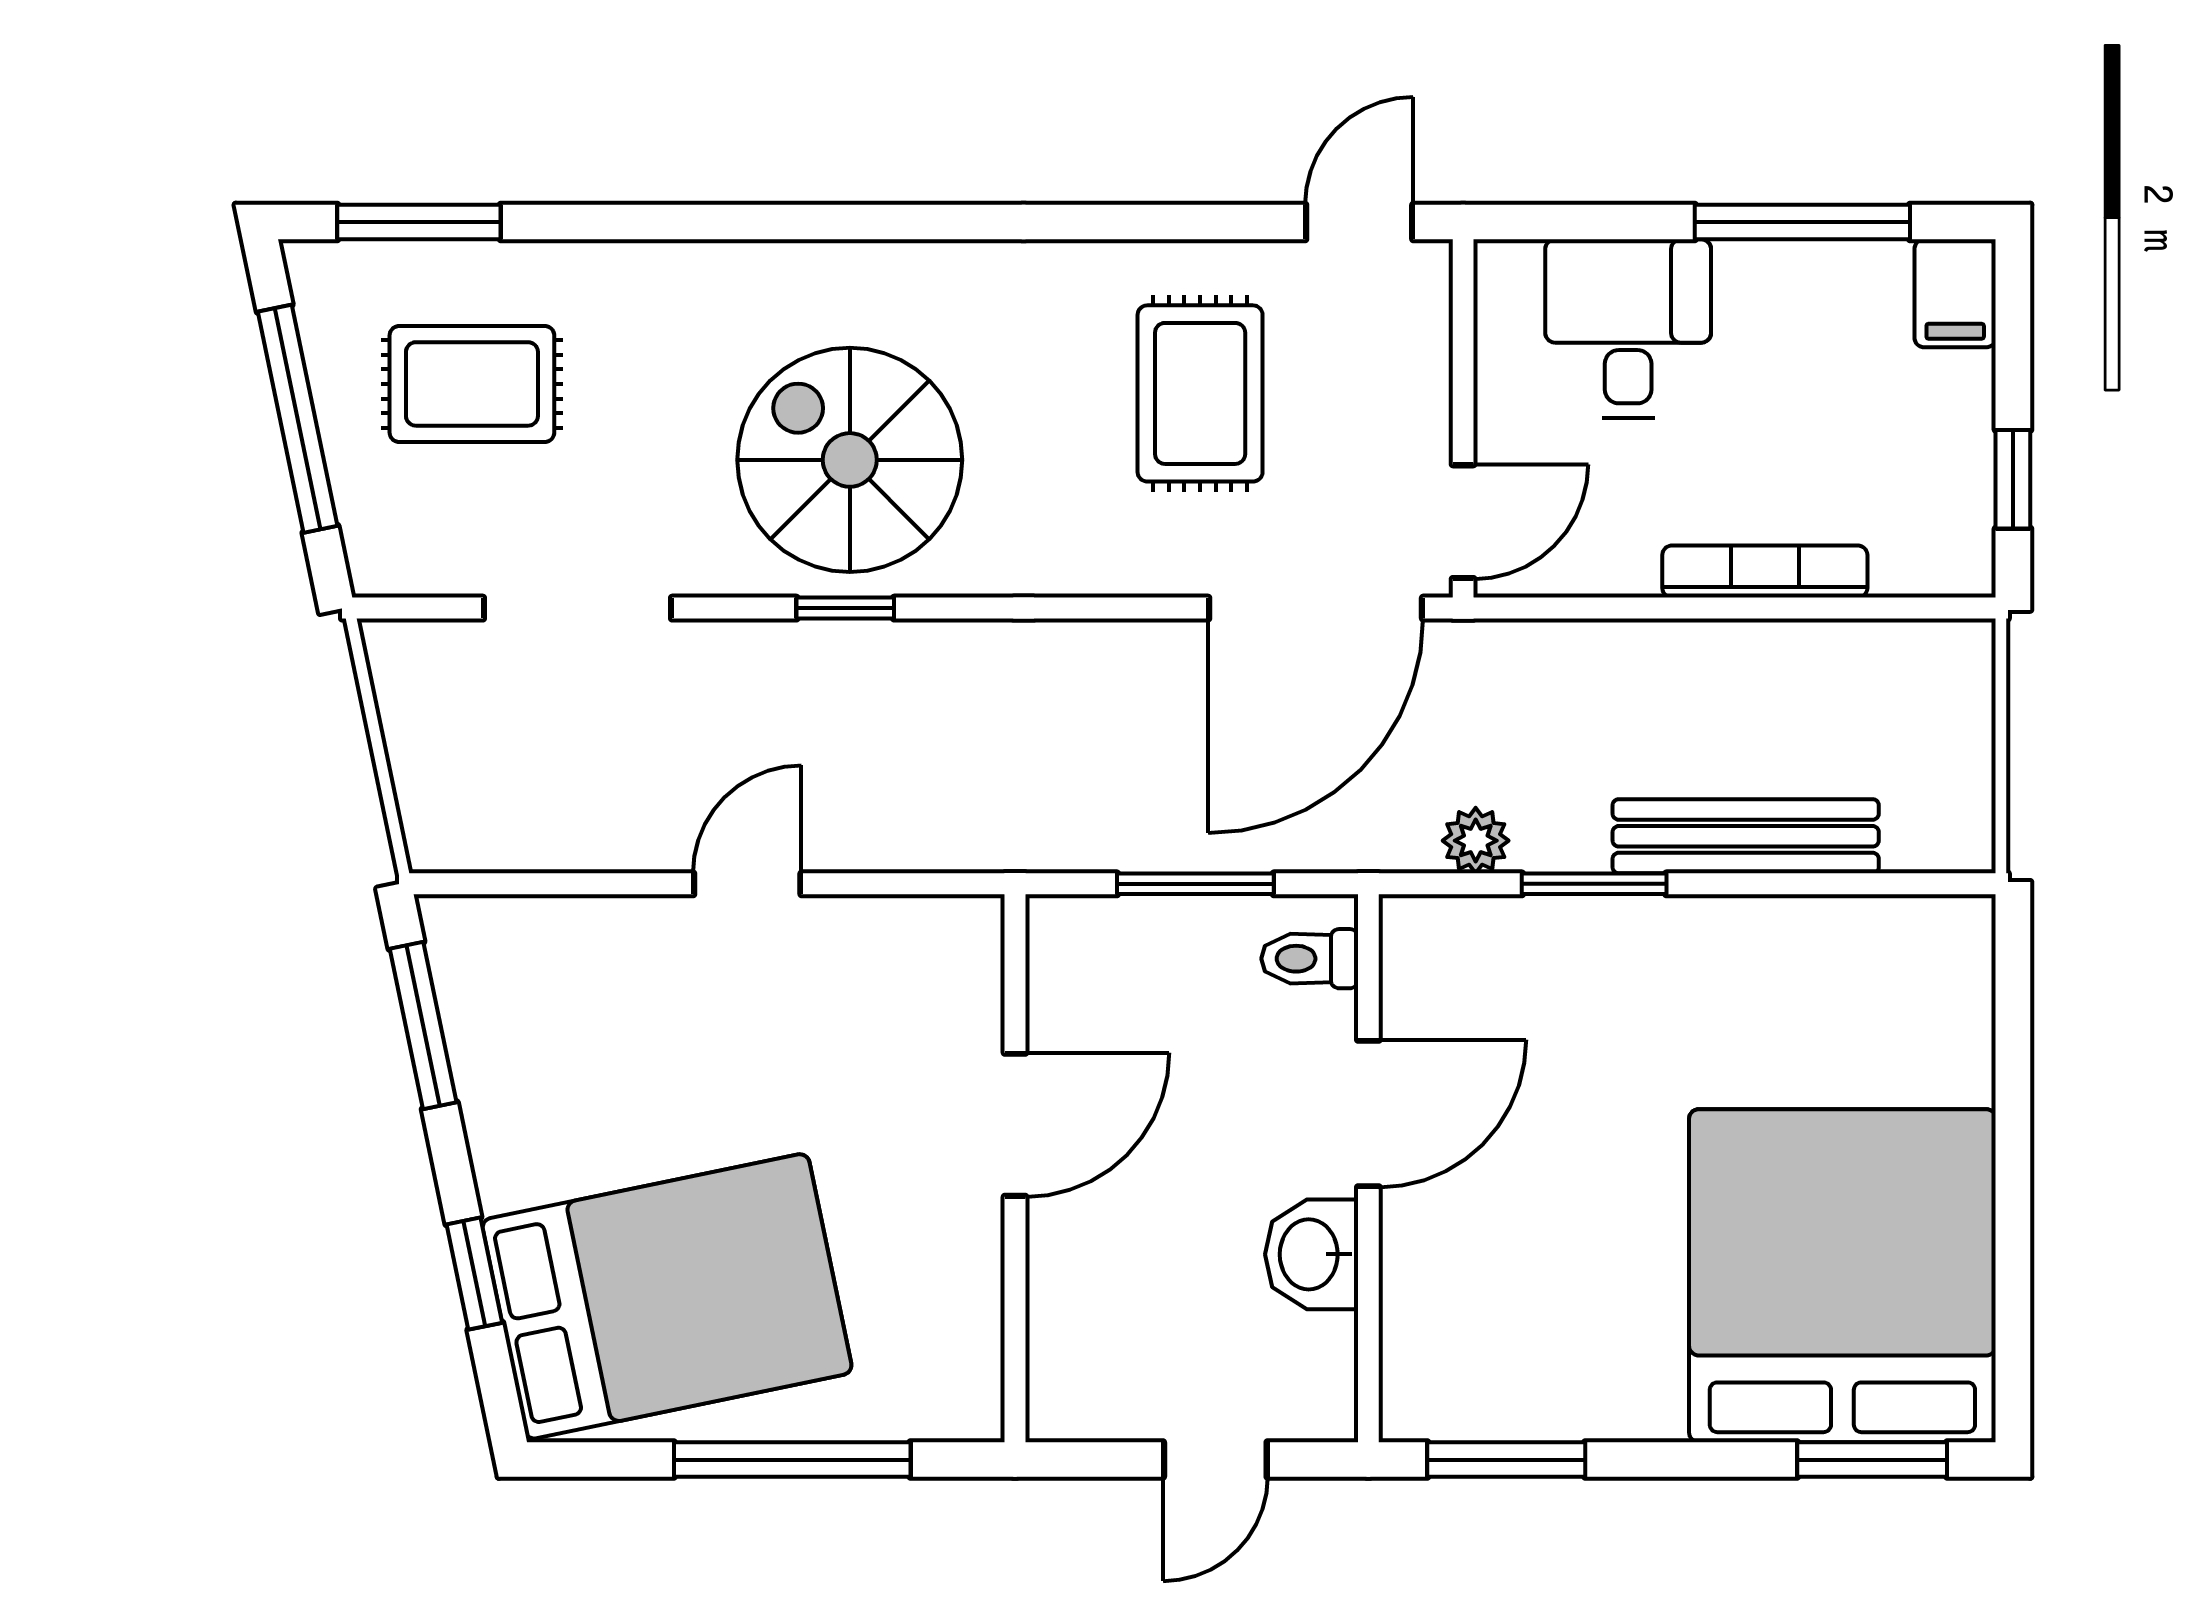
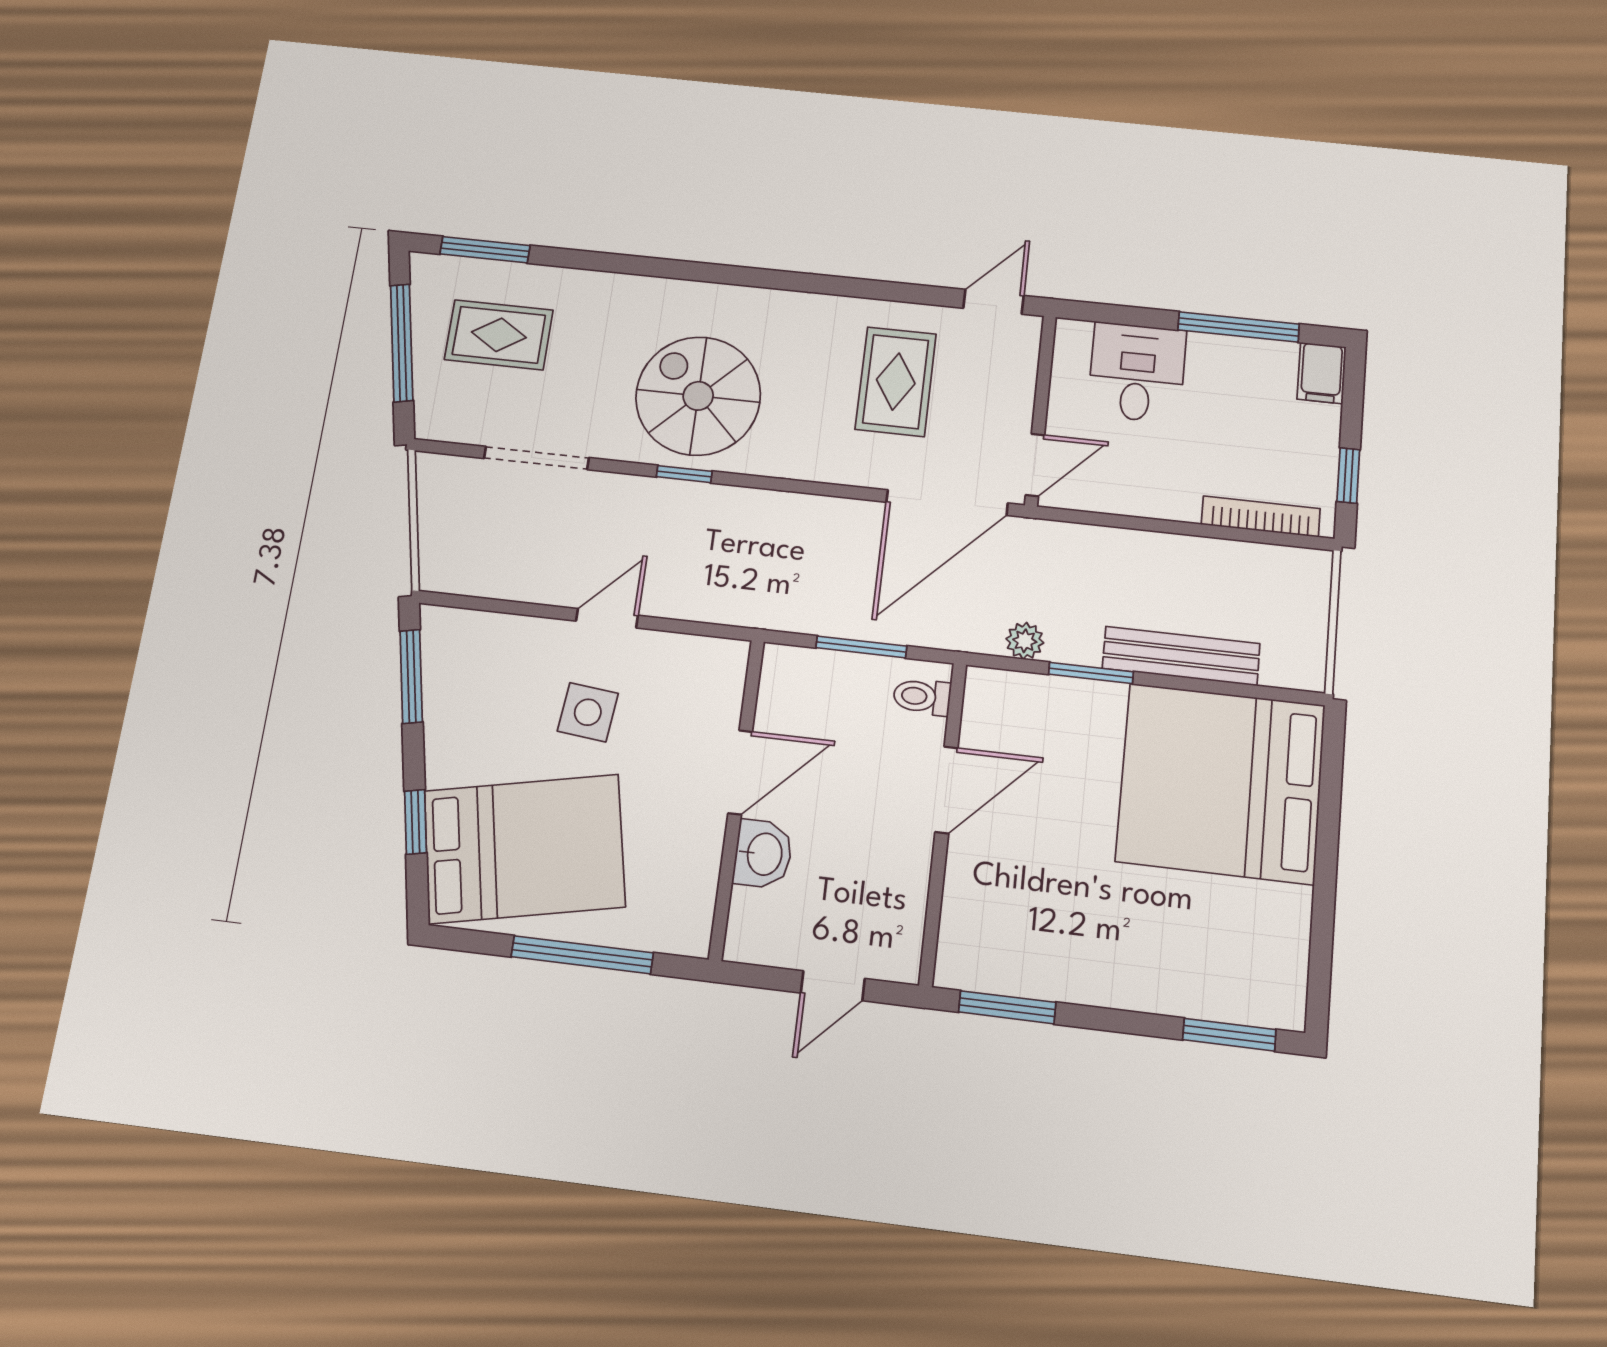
bookcase: (1765, 572) -> (1261, 517), moved
side table: (739, 1052) -> (588, 712), added
washbasin: (1312, 1254) -> (763, 854), moved, turned 180
bed: (1842, 1276) -> (1221, 783), moved, turned -90

